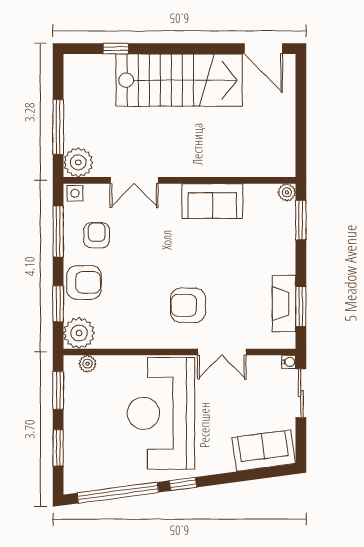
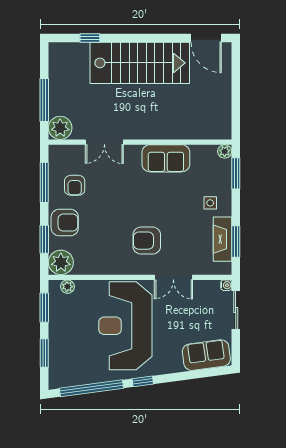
side table: (75, 193) -> (210, 203), moved
armchair: (97, 235) -> (75, 185), turned 180

